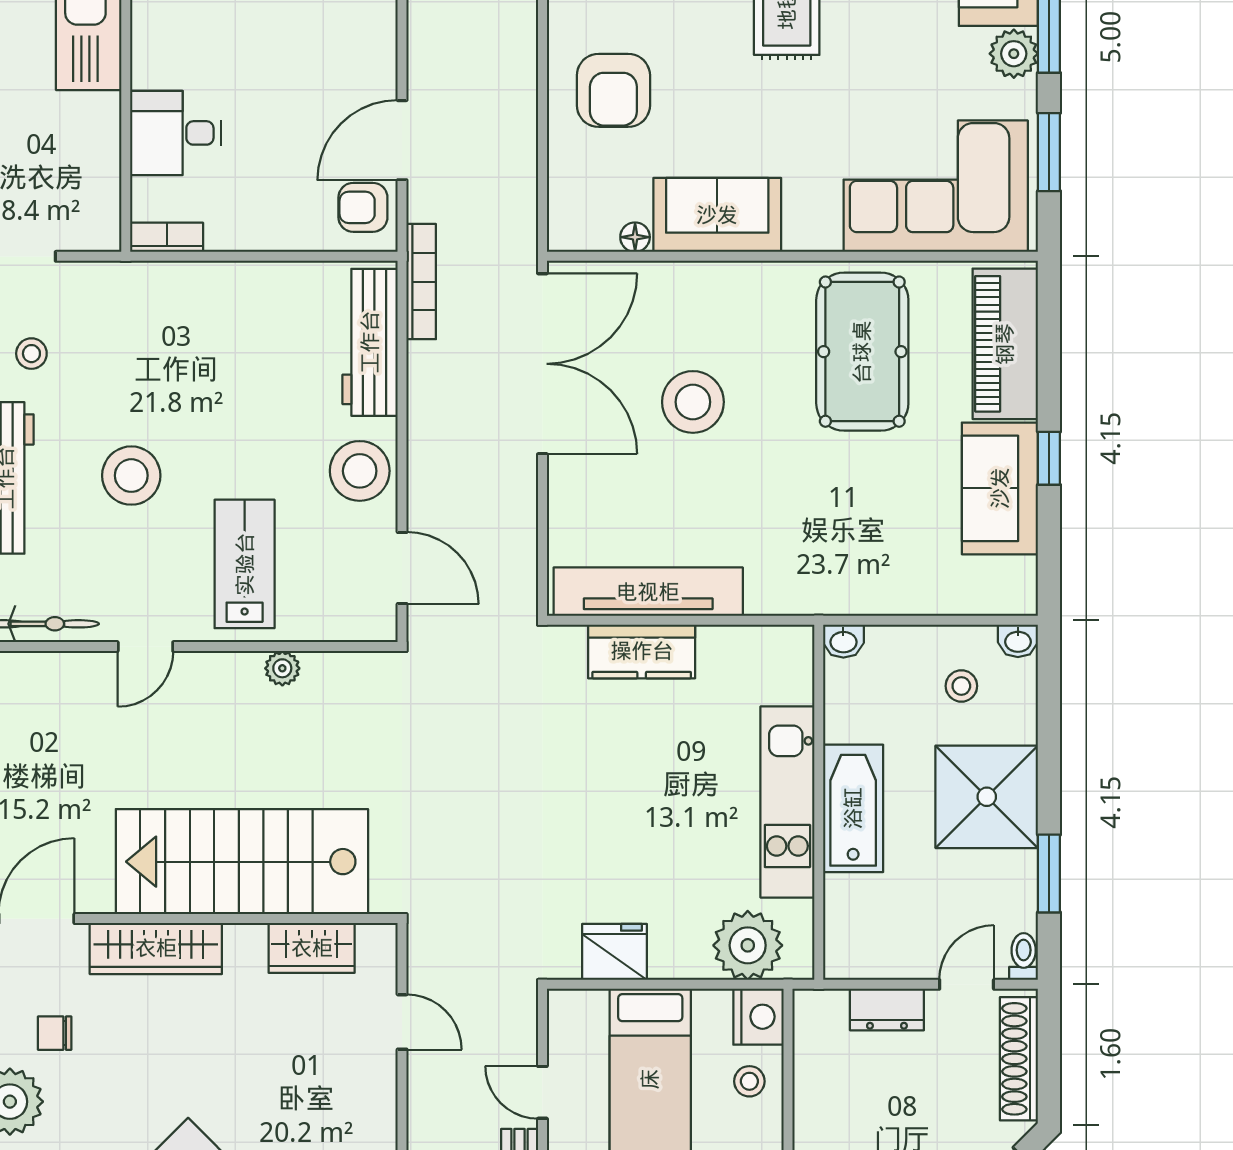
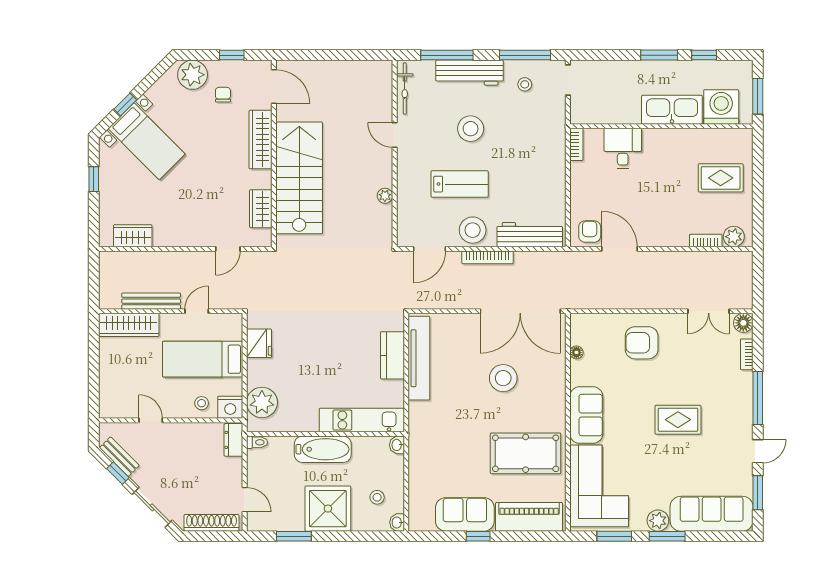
sofa: (717, 215) -> (586, 415), moved
bookcase: (421, 282) -> (487, 257), moved
lab bench: (245, 564) -> (460, 184), moved
kitchen unit: (787, 802) -> (362, 420), moved
toilet: (1024, 957) -> (257, 442), moved
dresser: (887, 1009) -> (233, 440), moved

